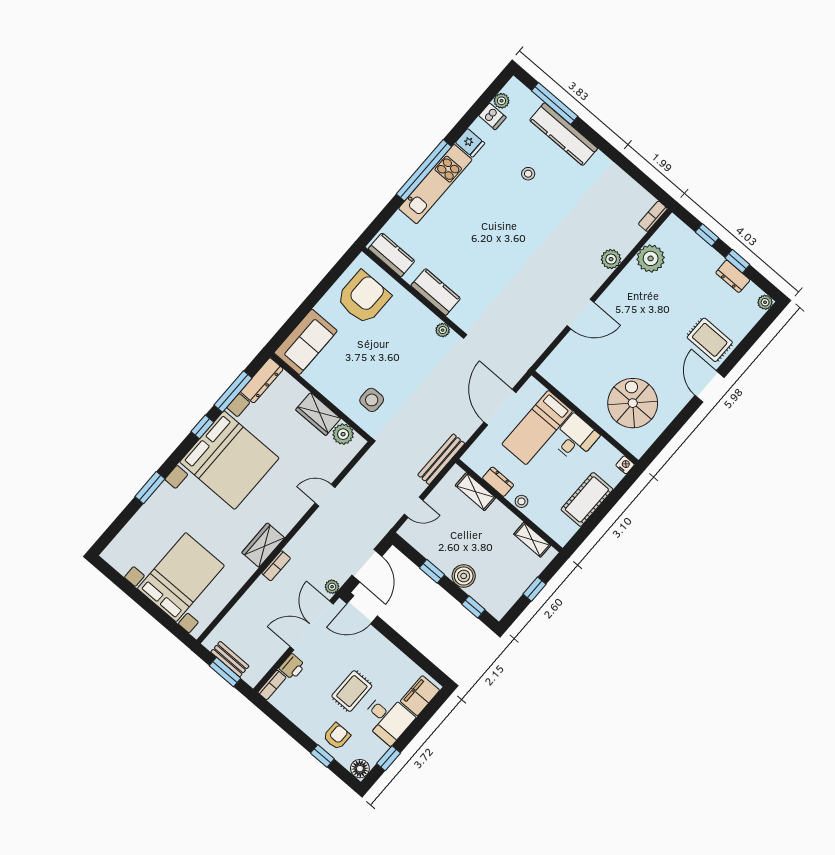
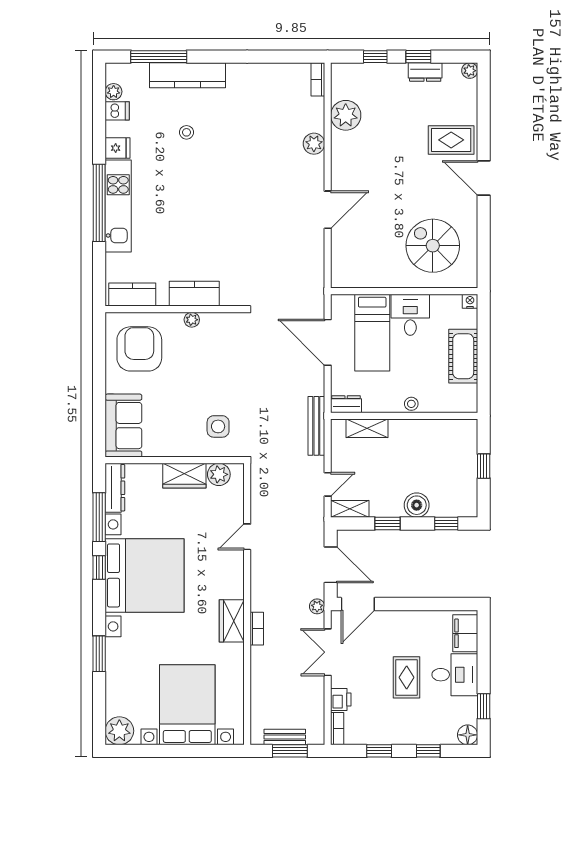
plant: (443, 330) -> (192, 320), moved
dresser: (498, 482) -> (346, 404), moved
shelving: (532, 540) -> (350, 509), moved
plant: (117, 554) -> (119, 731), added
double door: (312, 625) -> (328, 652), width x0.73
window: (288, 726) -> (379, 751), added
armchair: (337, 736) -> (426, 725), removed

